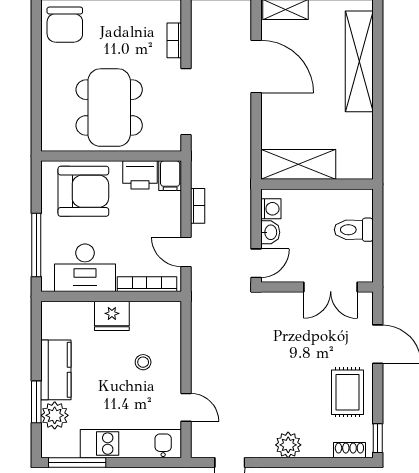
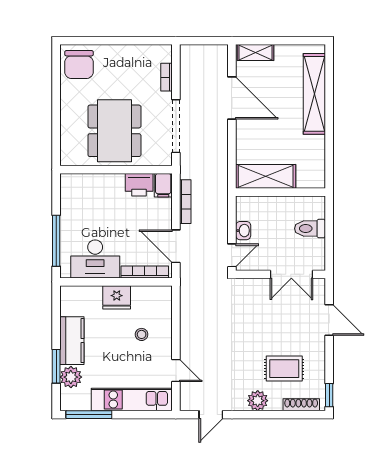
armchair: (83, 191) -> (94, 198), removed
bookcase: (198, 206) -> (185, 202), width x1.56
washing machine: (271, 209) -> (244, 212), removed
door: (186, 252) -> (176, 246), width x1.38
rug: (347, 392) -> (284, 369), moved, turned 90
shoe rack: (349, 450) -> (301, 405), width x1.43

